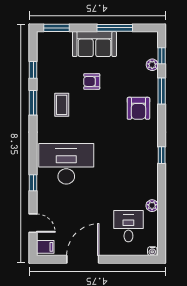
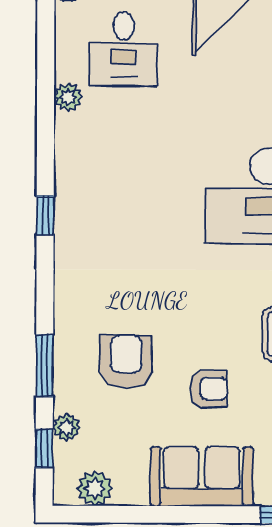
window: (115, 28) -> (154, 514), removed
plant: (140, 39) -> (95, 488), added
armchair: (138, 108) -> (126, 361), moved

